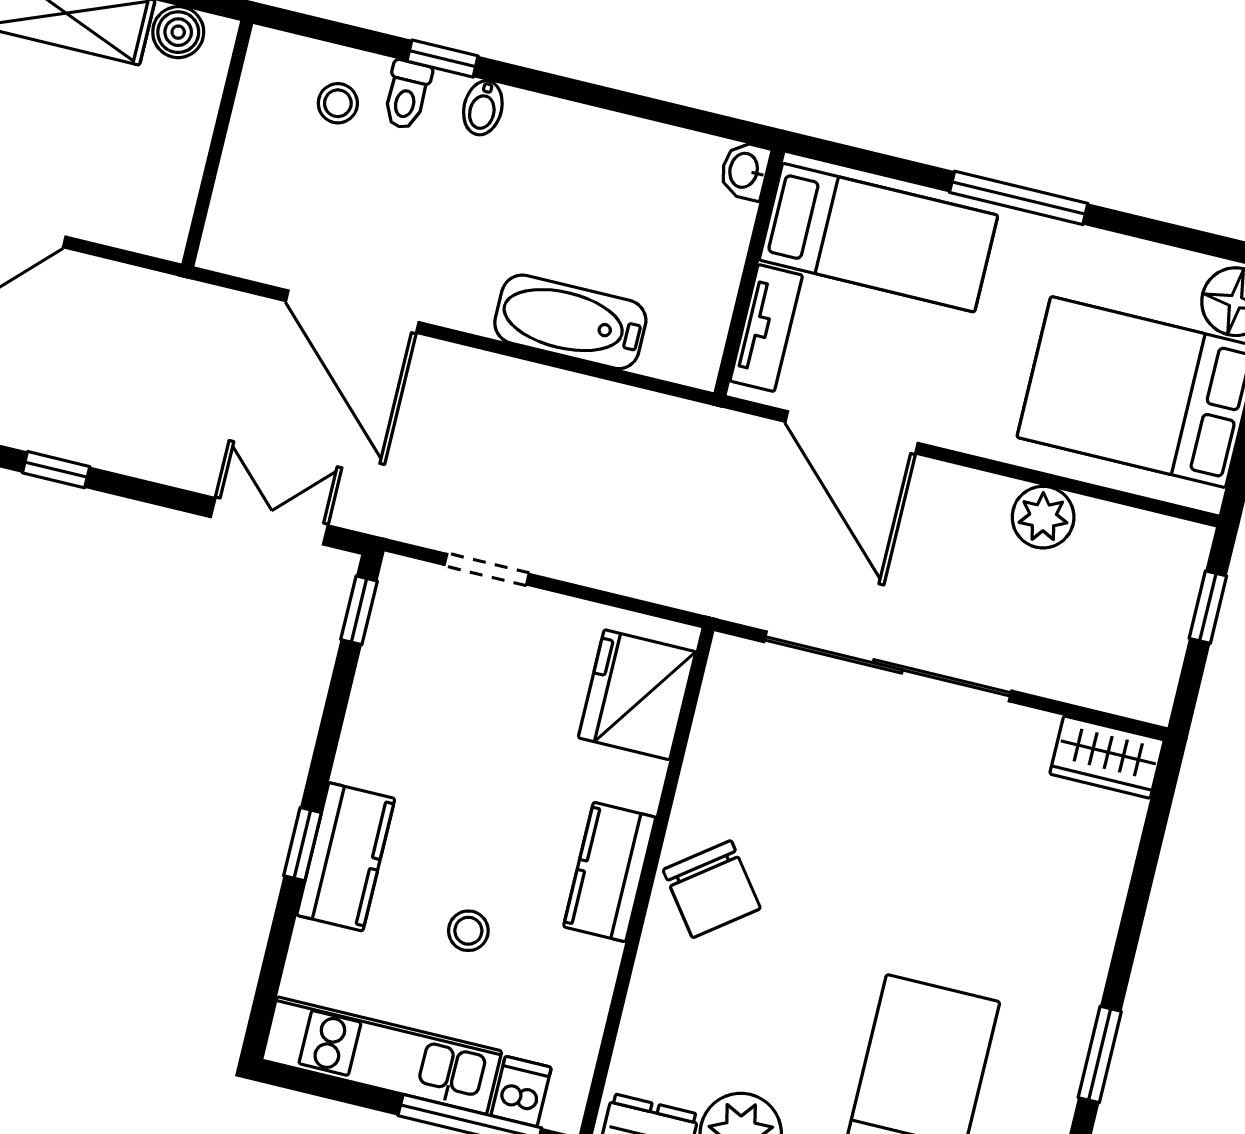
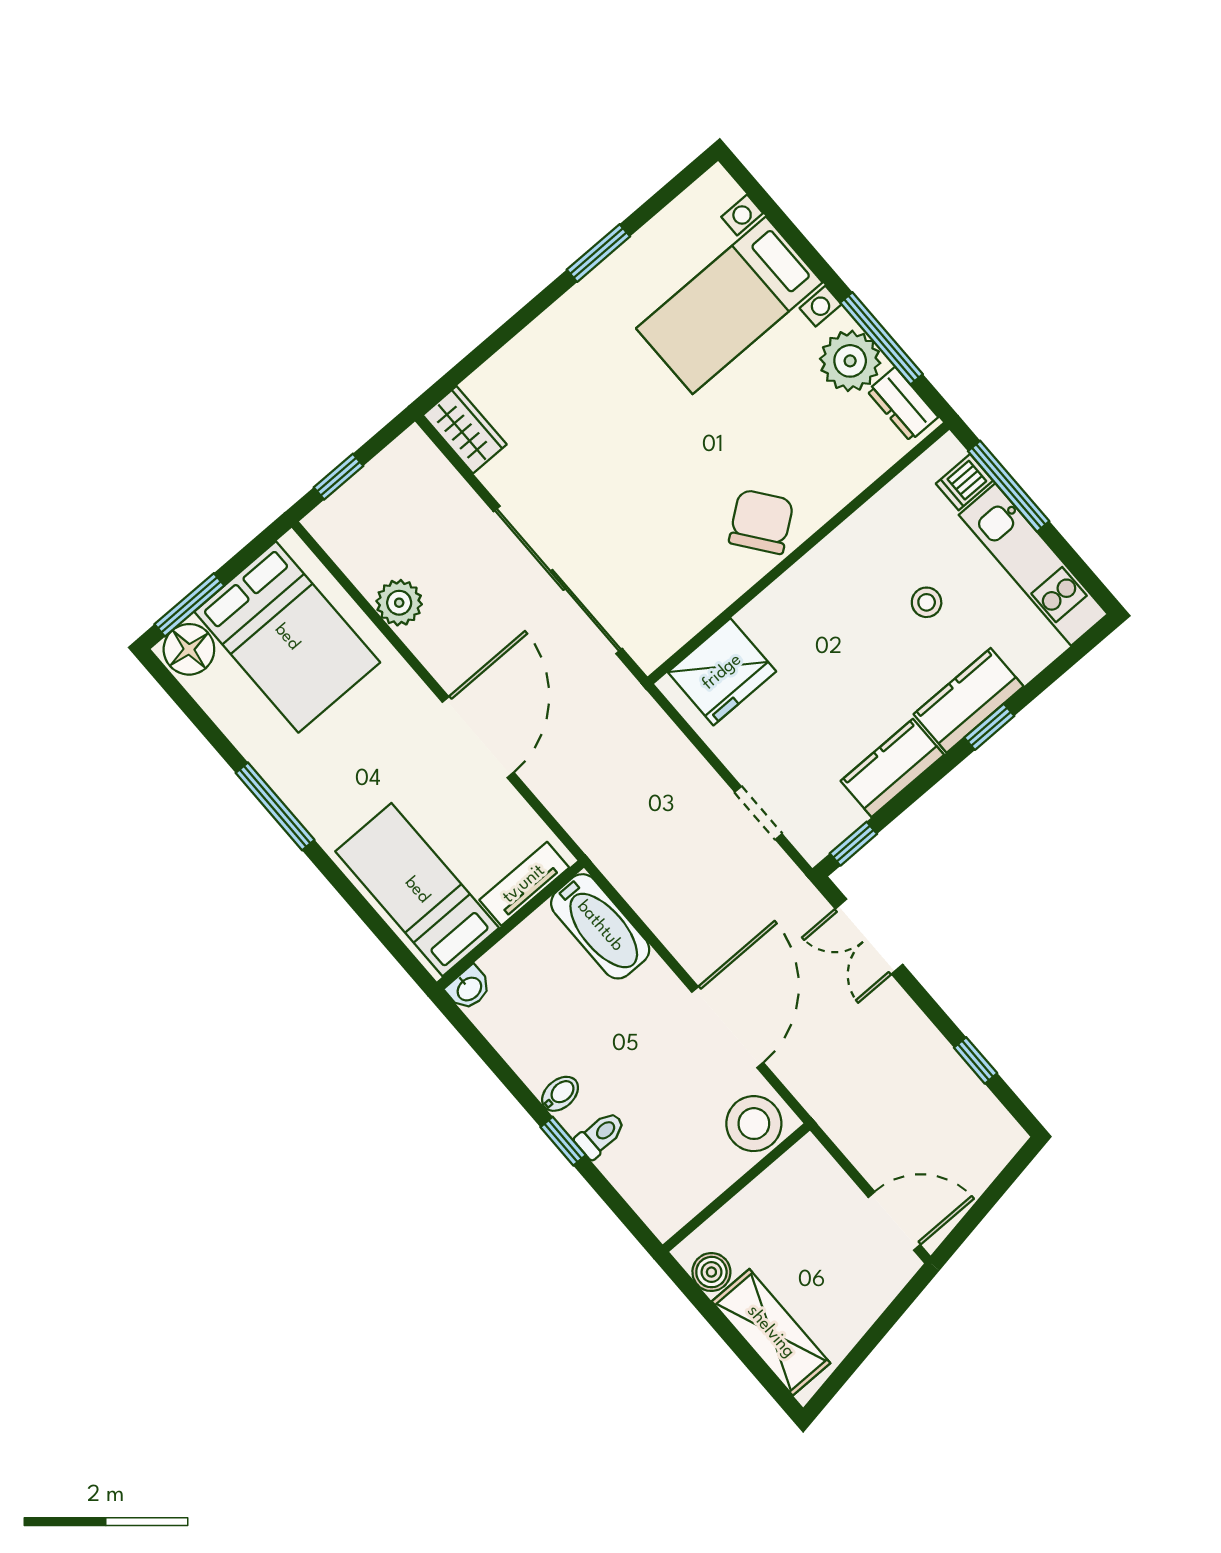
stool: (338, 103) -> (754, 1124), moved, width x1.89, depth x1.89
washbasin: (745, 171) -> (469, 988), moved
bed: (879, 238) -> (417, 890), moved
wall: (749, 272) -> (510, 925), moved
tv unit: (766, 328) -> (524, 884), moved
kitchen counter: (610, 872) -> (892, 768), moved, turned 180

